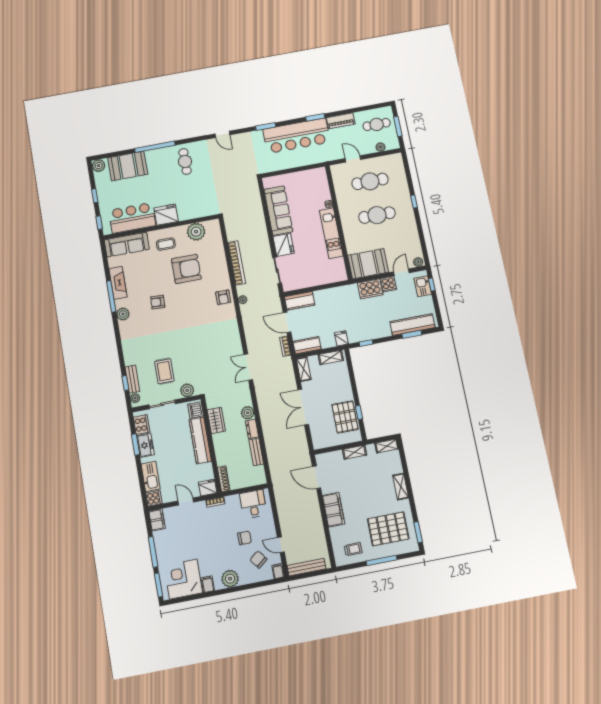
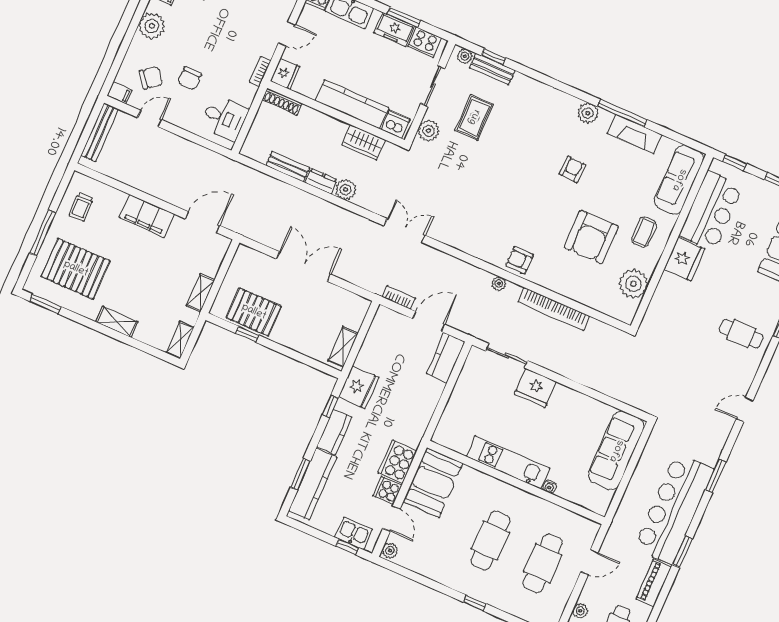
sofa: (278, 211) -> (616, 451), moved, turned 90
fridge: (341, 338) -> (359, 387), width x1.88, depth x1.34
kitchen counter: (307, 345) -> (334, 432), moved
shelving: (304, 369) -> (352, 301), removed
rug: (164, 371) -> (474, 117), turned 90
pallet: (388, 529) -> (76, 269), turned 90

